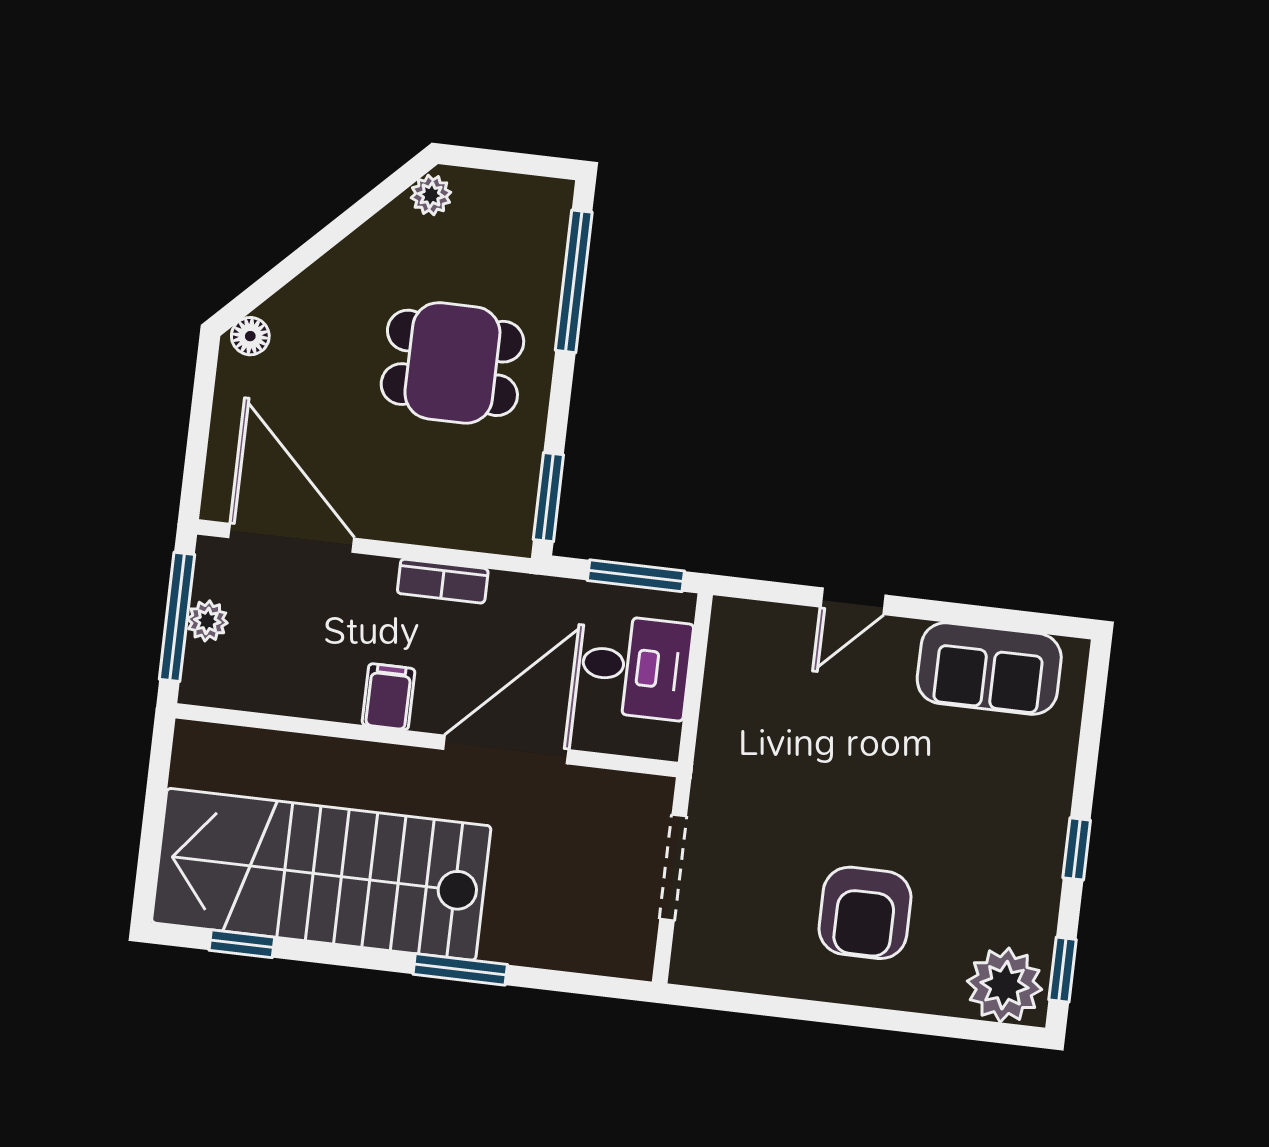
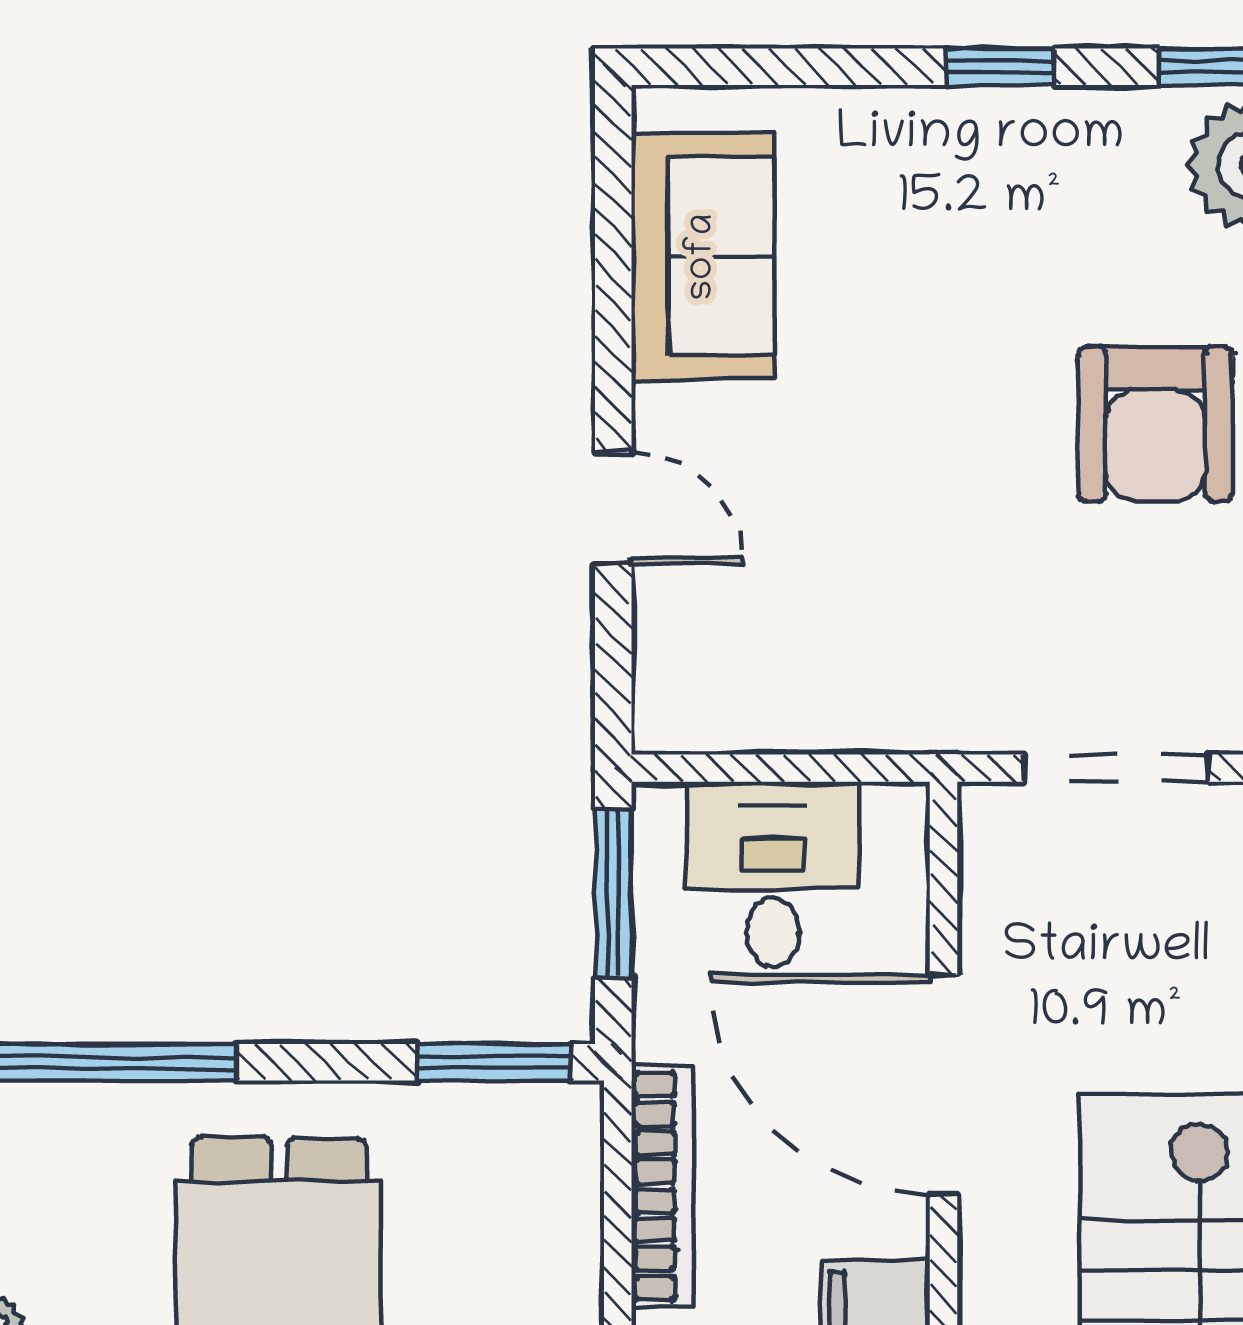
bookcase: (443, 581) -> (662, 1186), width x1.56
armchair: (865, 913) -> (1155, 424), turned 90

